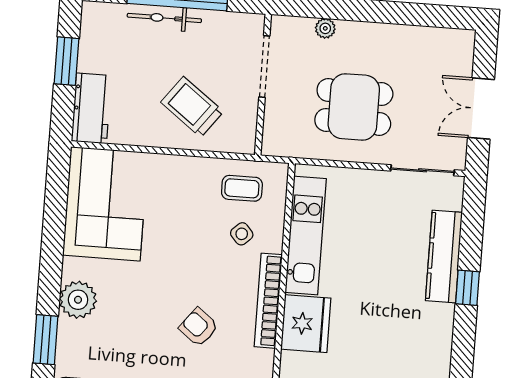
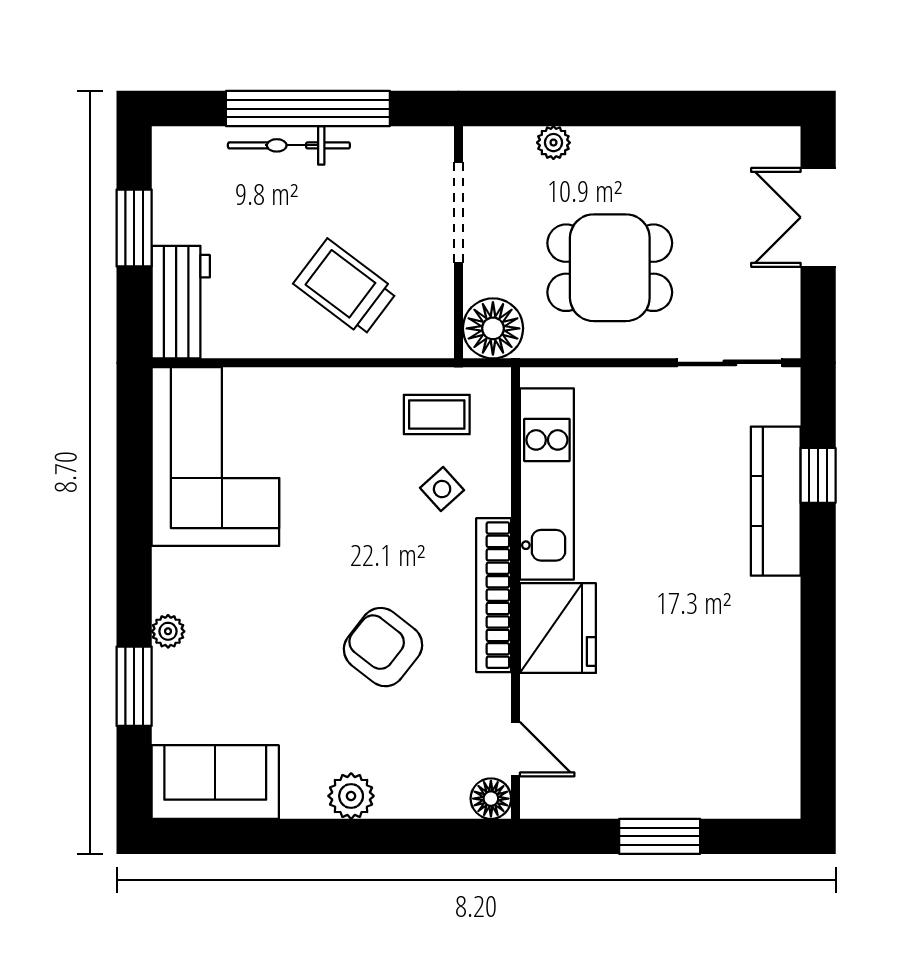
double door: (481, 108) -> (818, 217), moved
floor lamp: (280, 139) -> (493, 328), added
window: (468, 288) -> (818, 475), moved
plant: (78, 300) -> (168, 631), width x0.53, depth x0.53
armchair: (199, 327) -> (383, 647), width x1.38, depth x1.38

